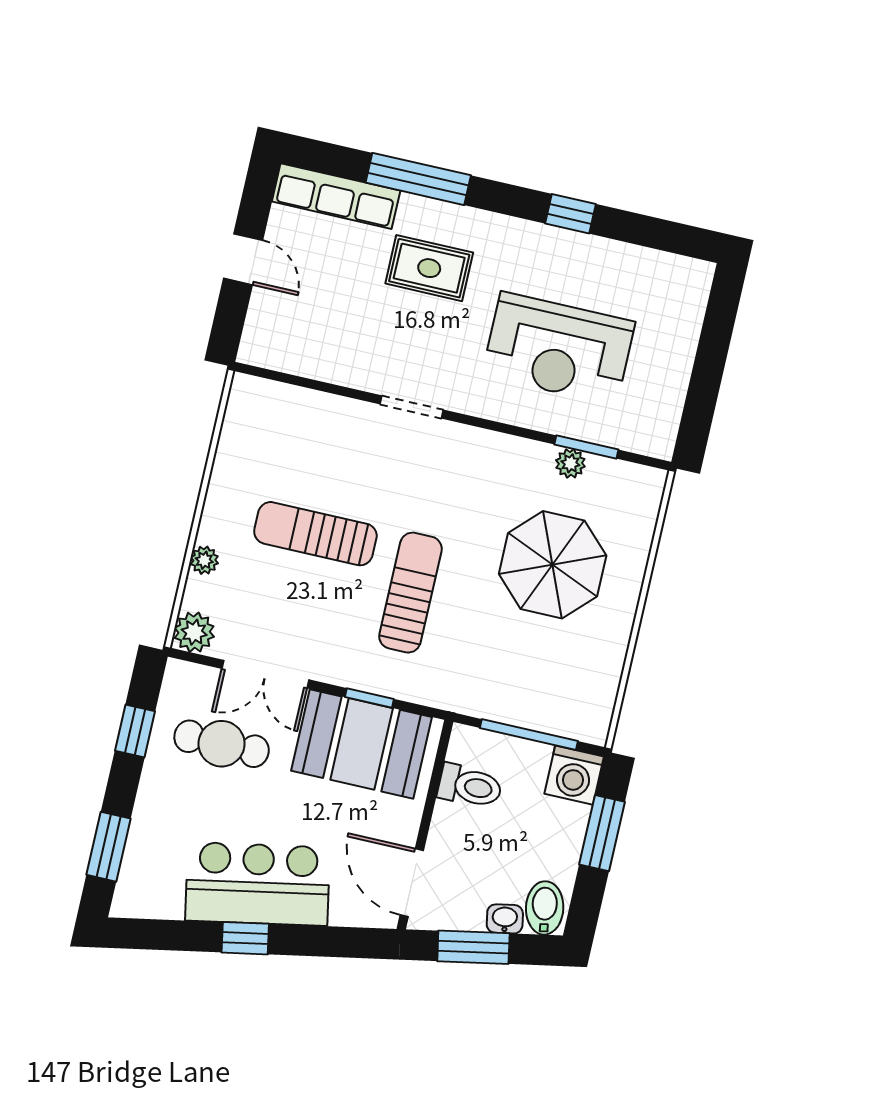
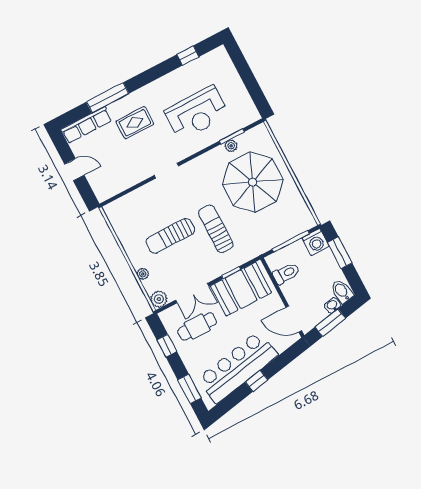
window: (570, 214) -> (188, 56), moved
parasol: (553, 565) -> (253, 182), width x1.36, depth x1.36
bar counter: (258, 884) -> (238, 367), width x1.36

